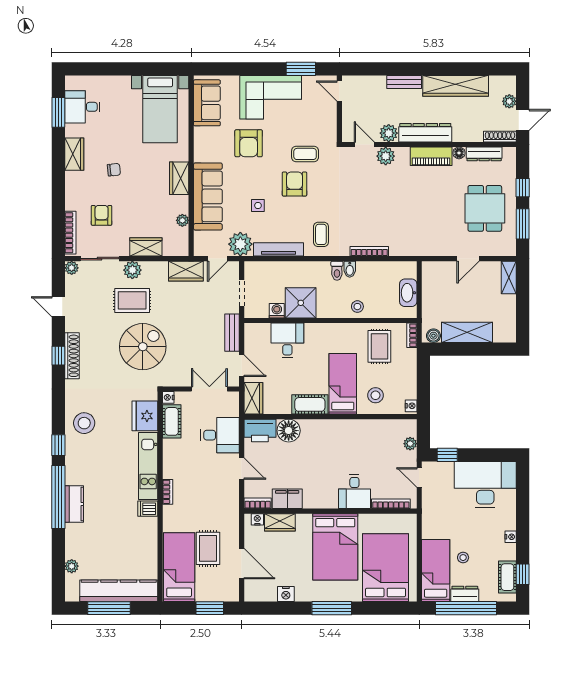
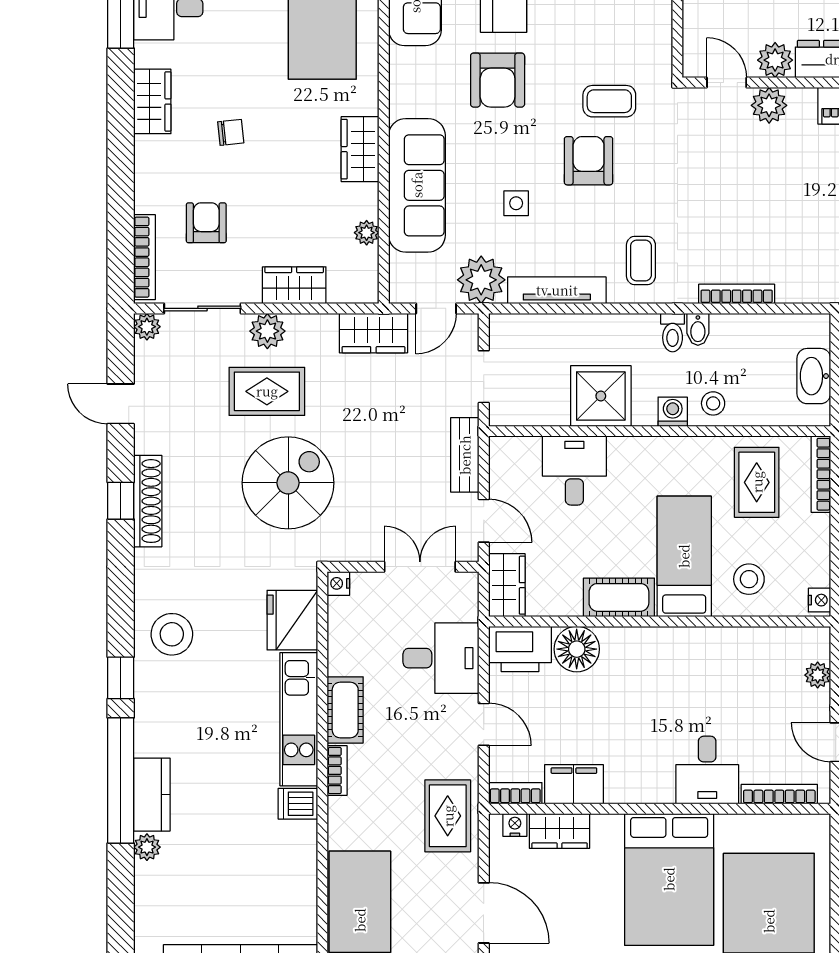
washing machine: (277, 311) -> (673, 412), moved
bookcase: (412, 335) -> (821, 474), width x1.56
cot: (172, 421) -> (345, 710), moved
rug: (208, 548) -> (448, 816), moved
plant: (72, 566) -> (147, 847), moved

